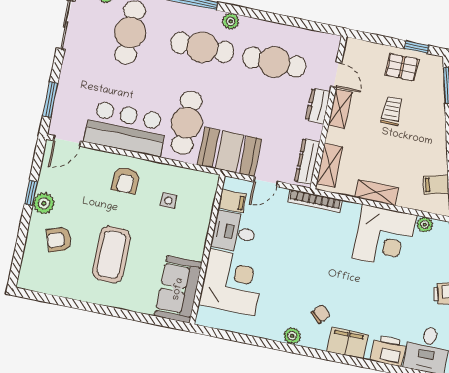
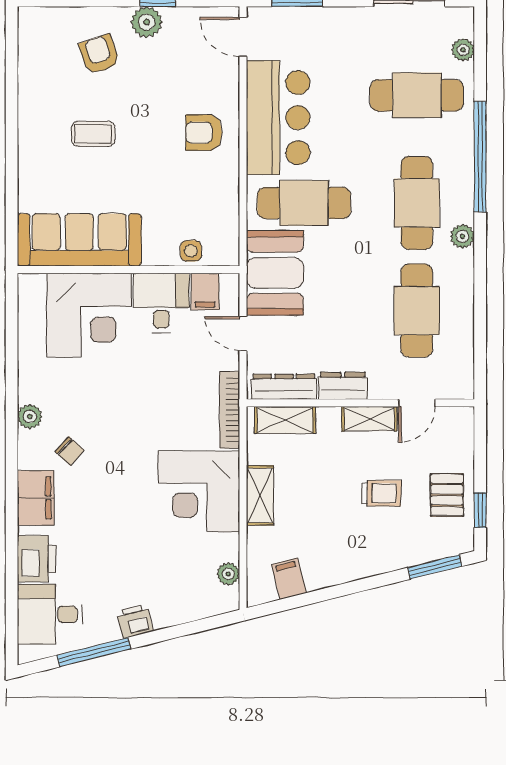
dresser: (318, 106) -> (343, 386), moved
side table: (168, 201) -> (191, 251), moved
corner desk: (384, 237) -> (199, 491), moved
coffee table: (111, 255) -> (93, 134), width x0.54, depth x0.58
sofa: (178, 289) -> (79, 240), width x1.36

